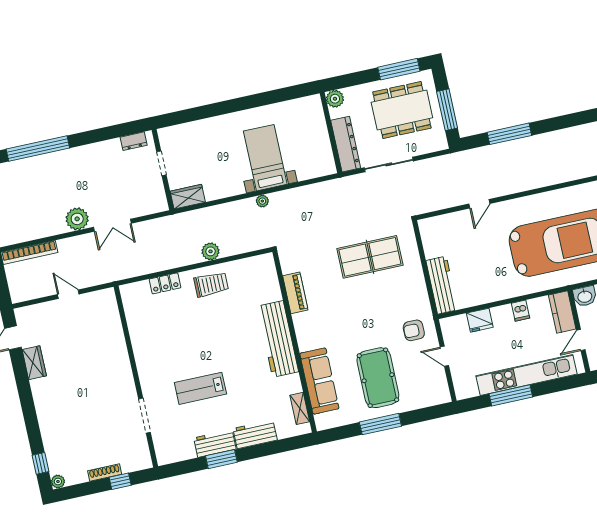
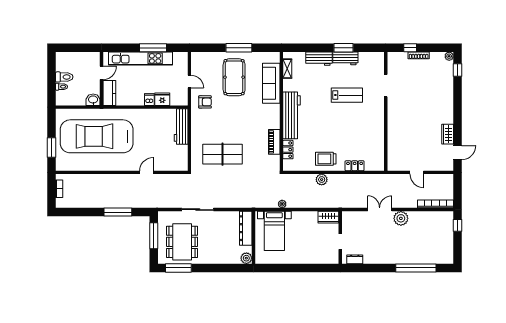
plant: (335, 99) -> (246, 258), moved
dining table: (402, 110) -> (182, 242), turned 90
wall: (331, 133) -> (253, 237), moved
dresser: (346, 144) -> (246, 228), moved
locker: (272, 286) -> (288, 150), added
dishwasher: (521, 311) -> (149, 100), moved

